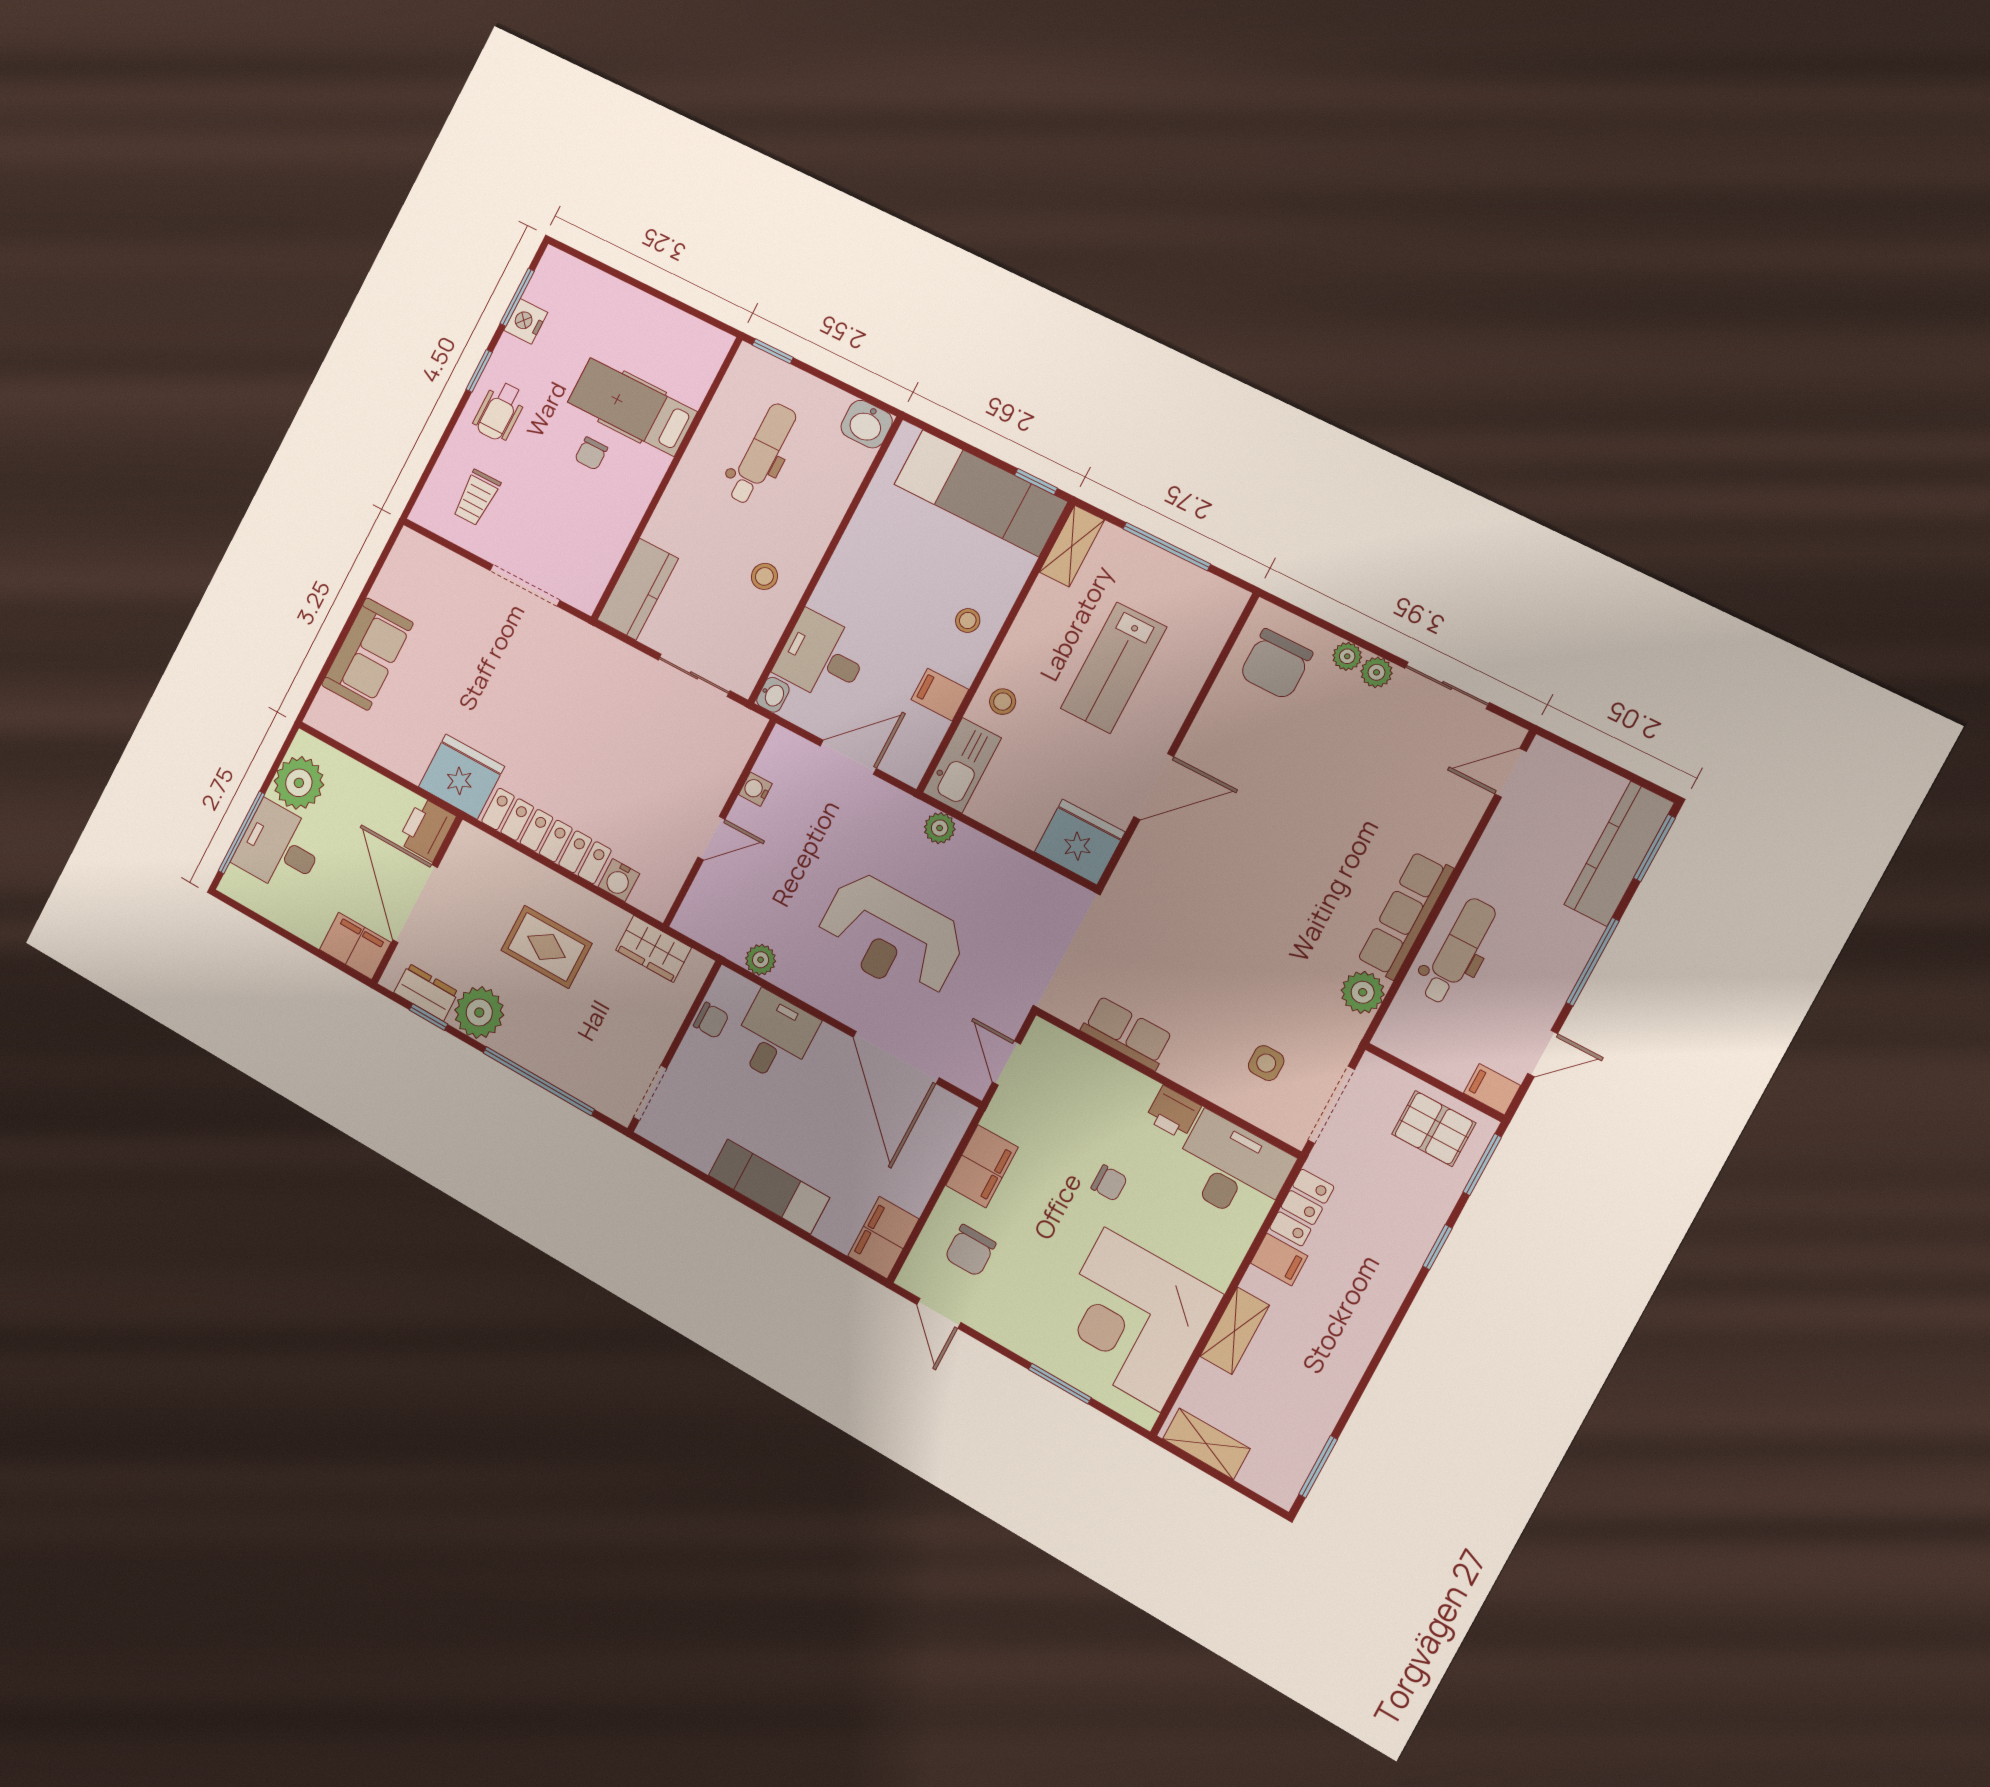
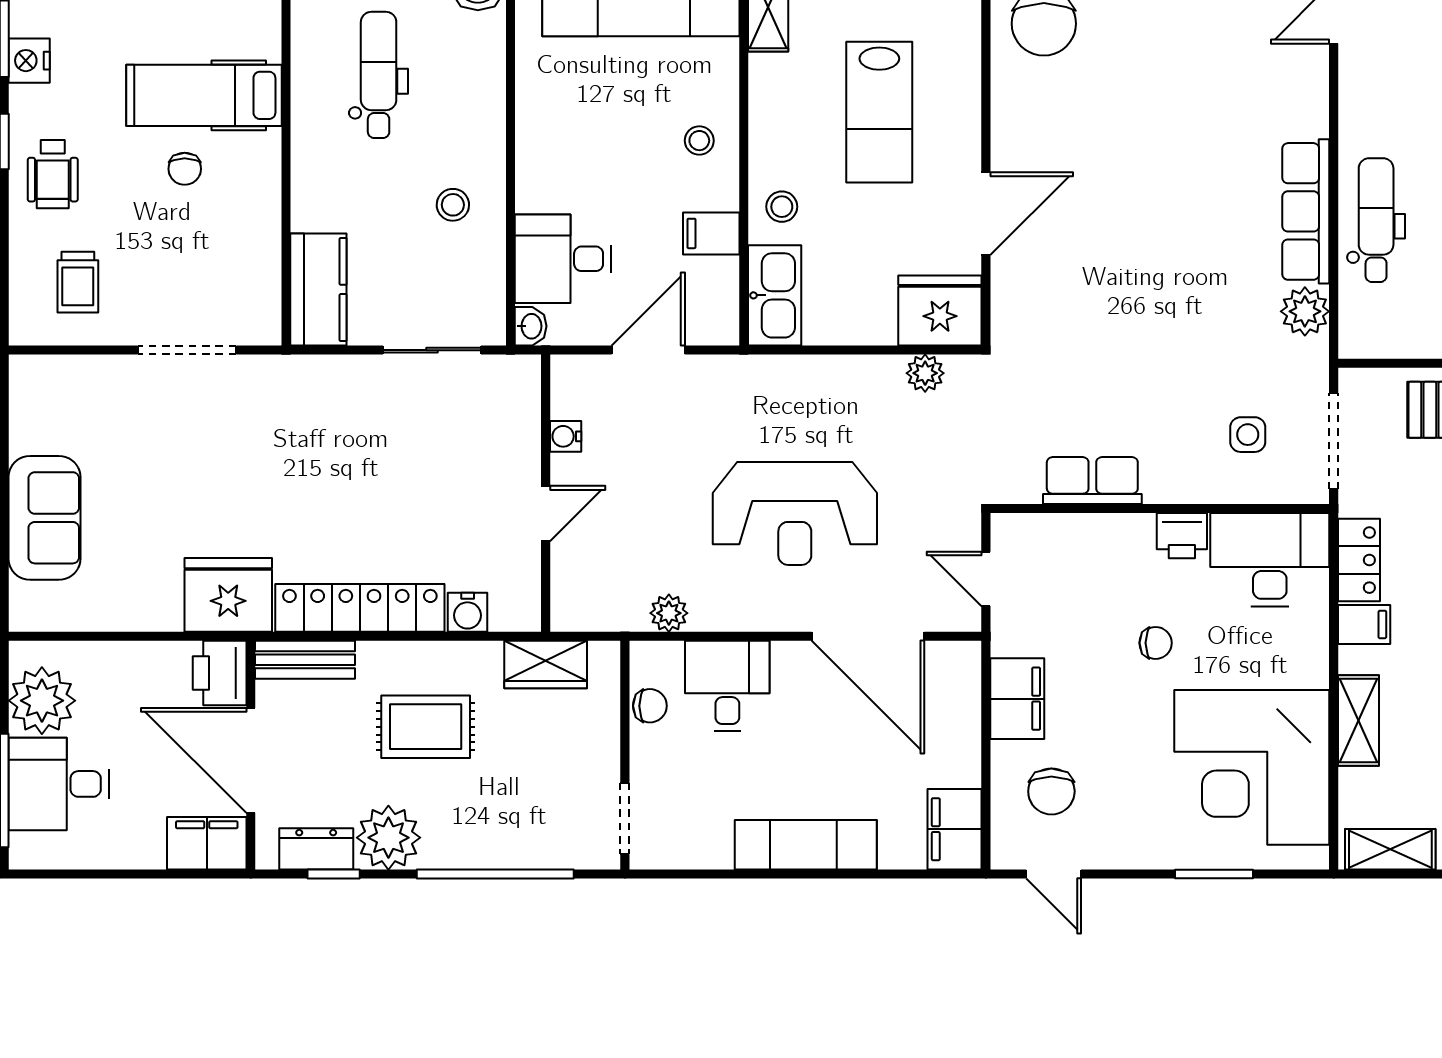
plant: (940, 828) -> (925, 373), moved
bench: (489, 852) -> (305, 660), added

